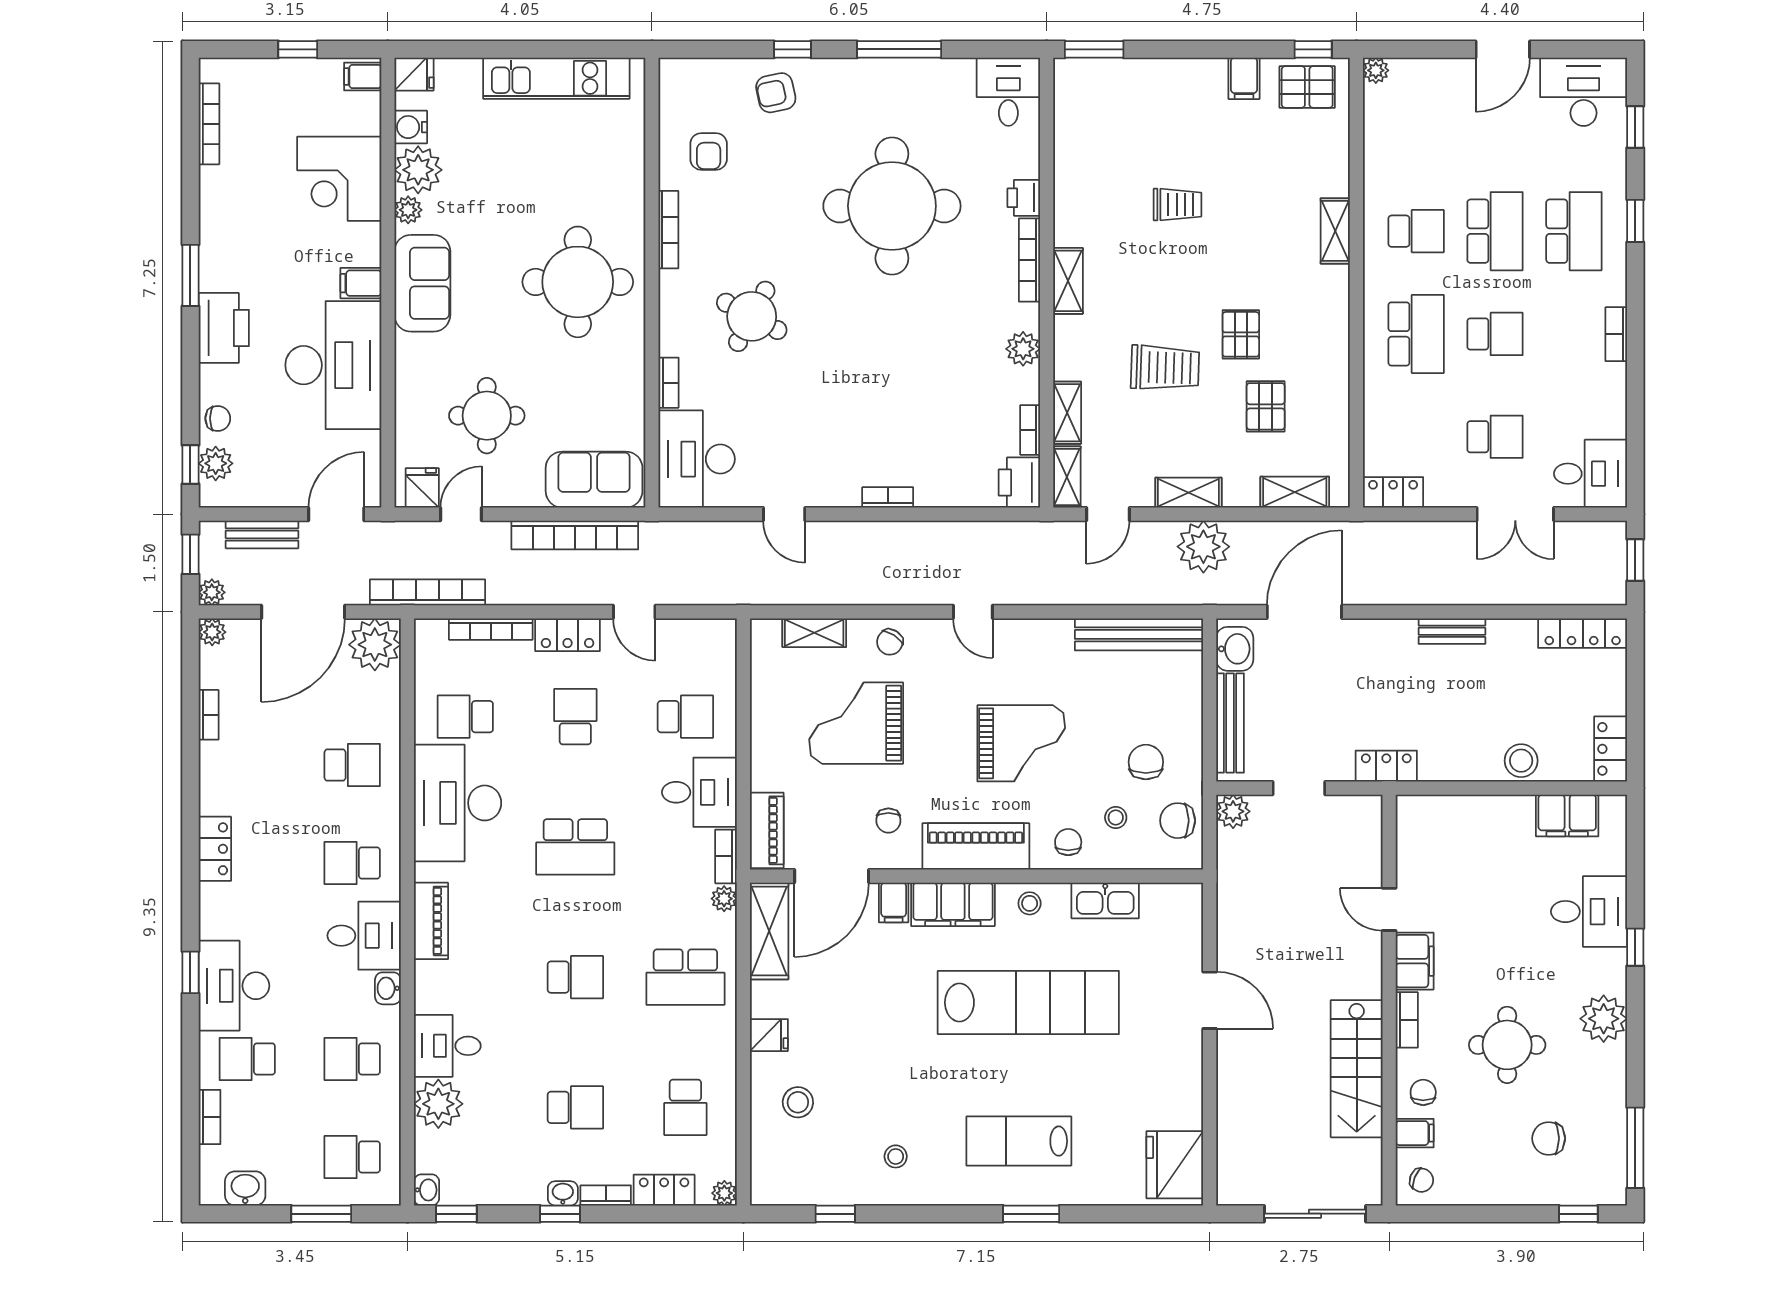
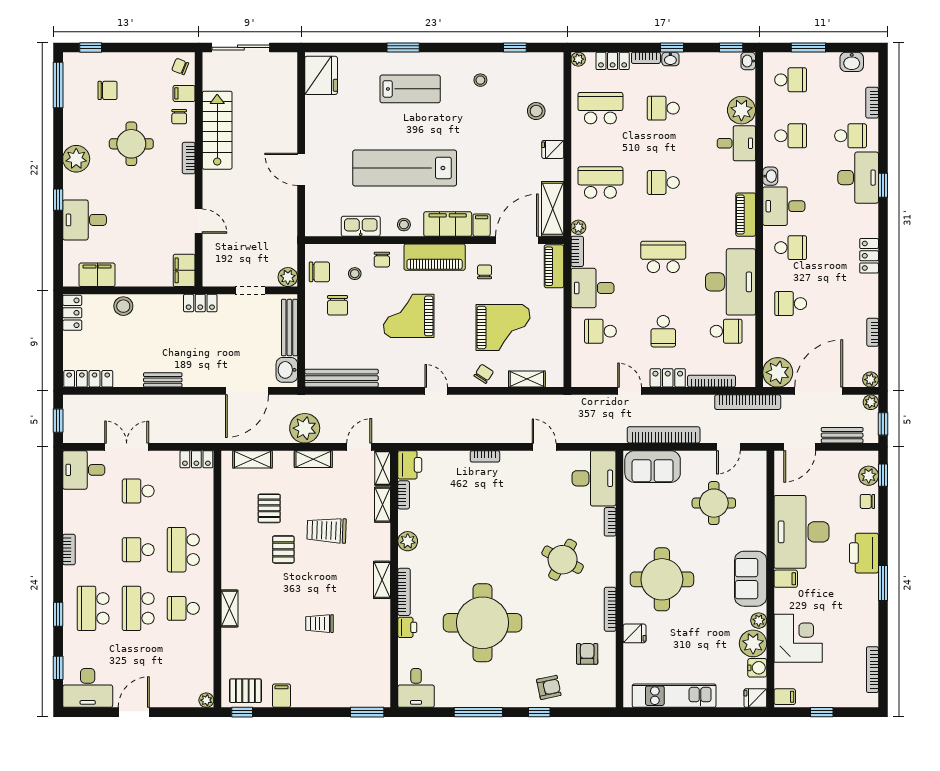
fridge: (422, 488) -> (635, 633), moved, turned -90
filing cabinet: (1415, 961) -> (184, 270), moved
school desk: (685, 1107) -> (600, 108), width x1.85

